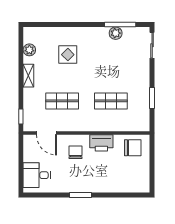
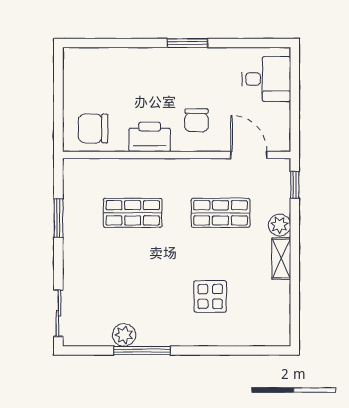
window: (120, 25) -> (142, 350), moved
plant: (29, 50) -> (280, 225), moved

